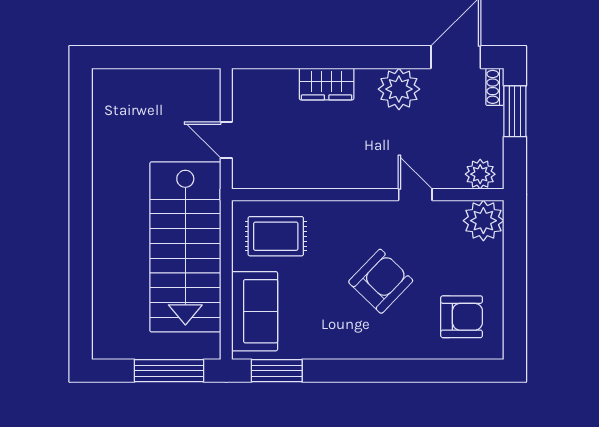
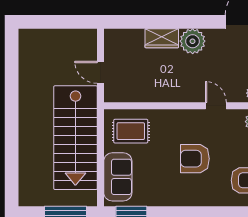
plant: (399, 89) -> (193, 41), moved
armchair: (381, 281) -> (195, 159), turned -134

